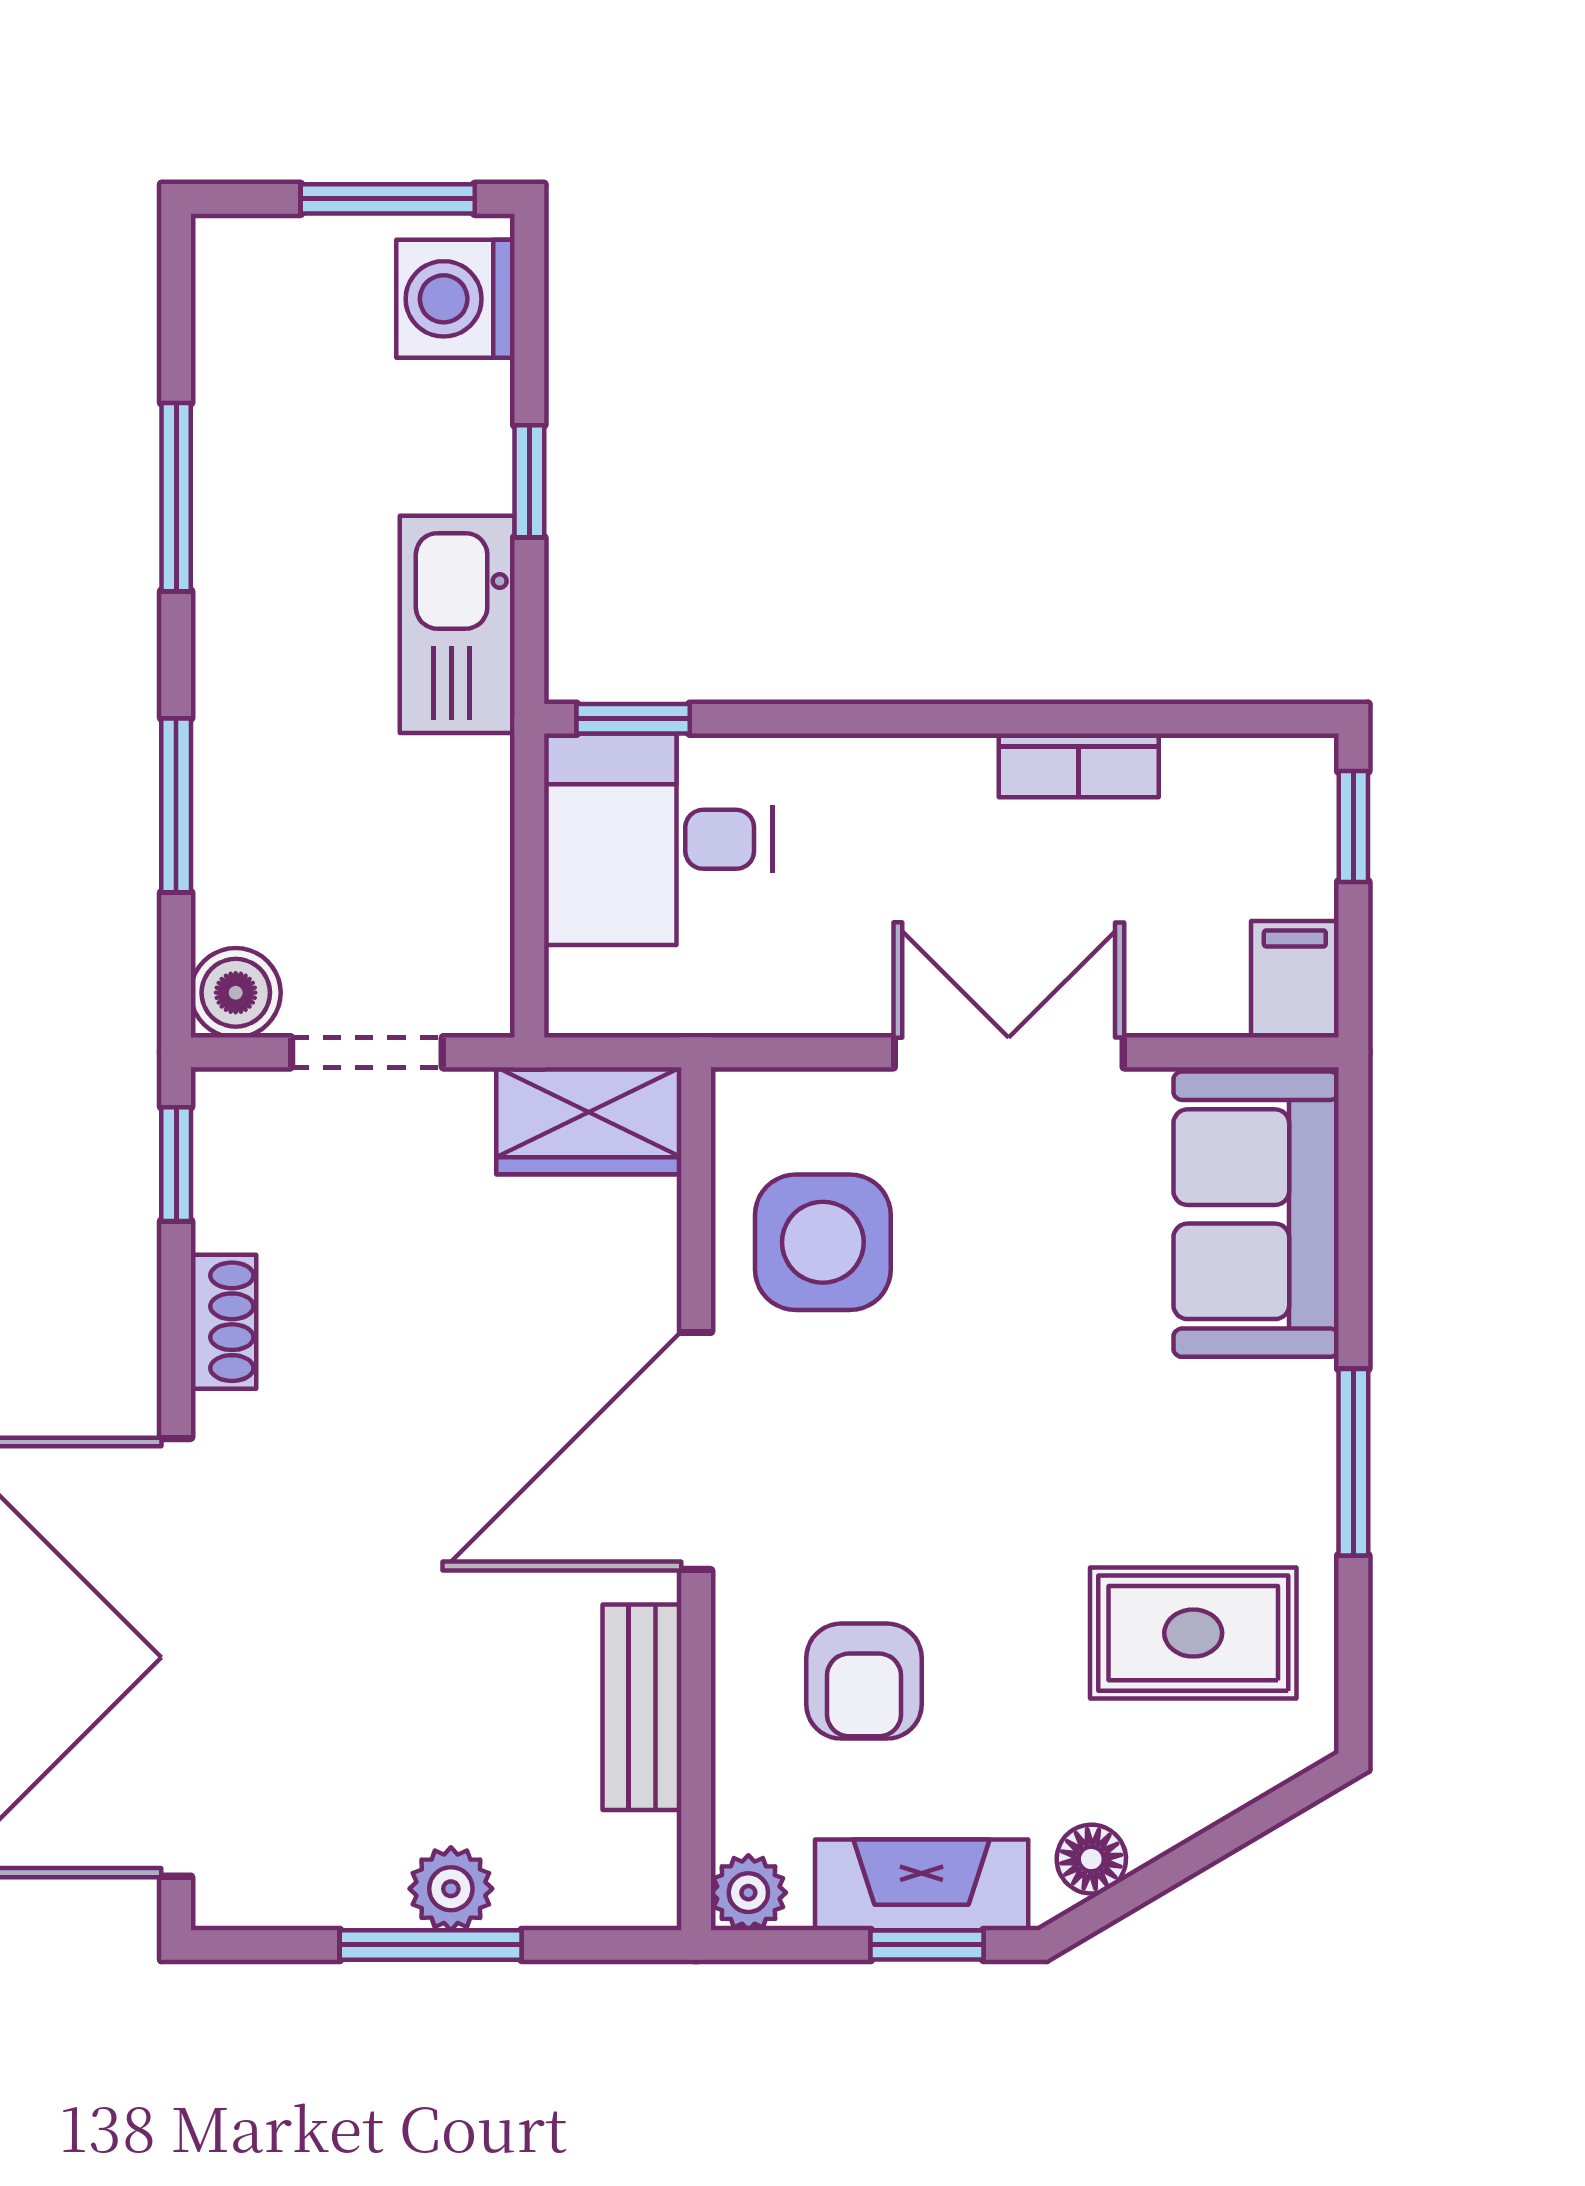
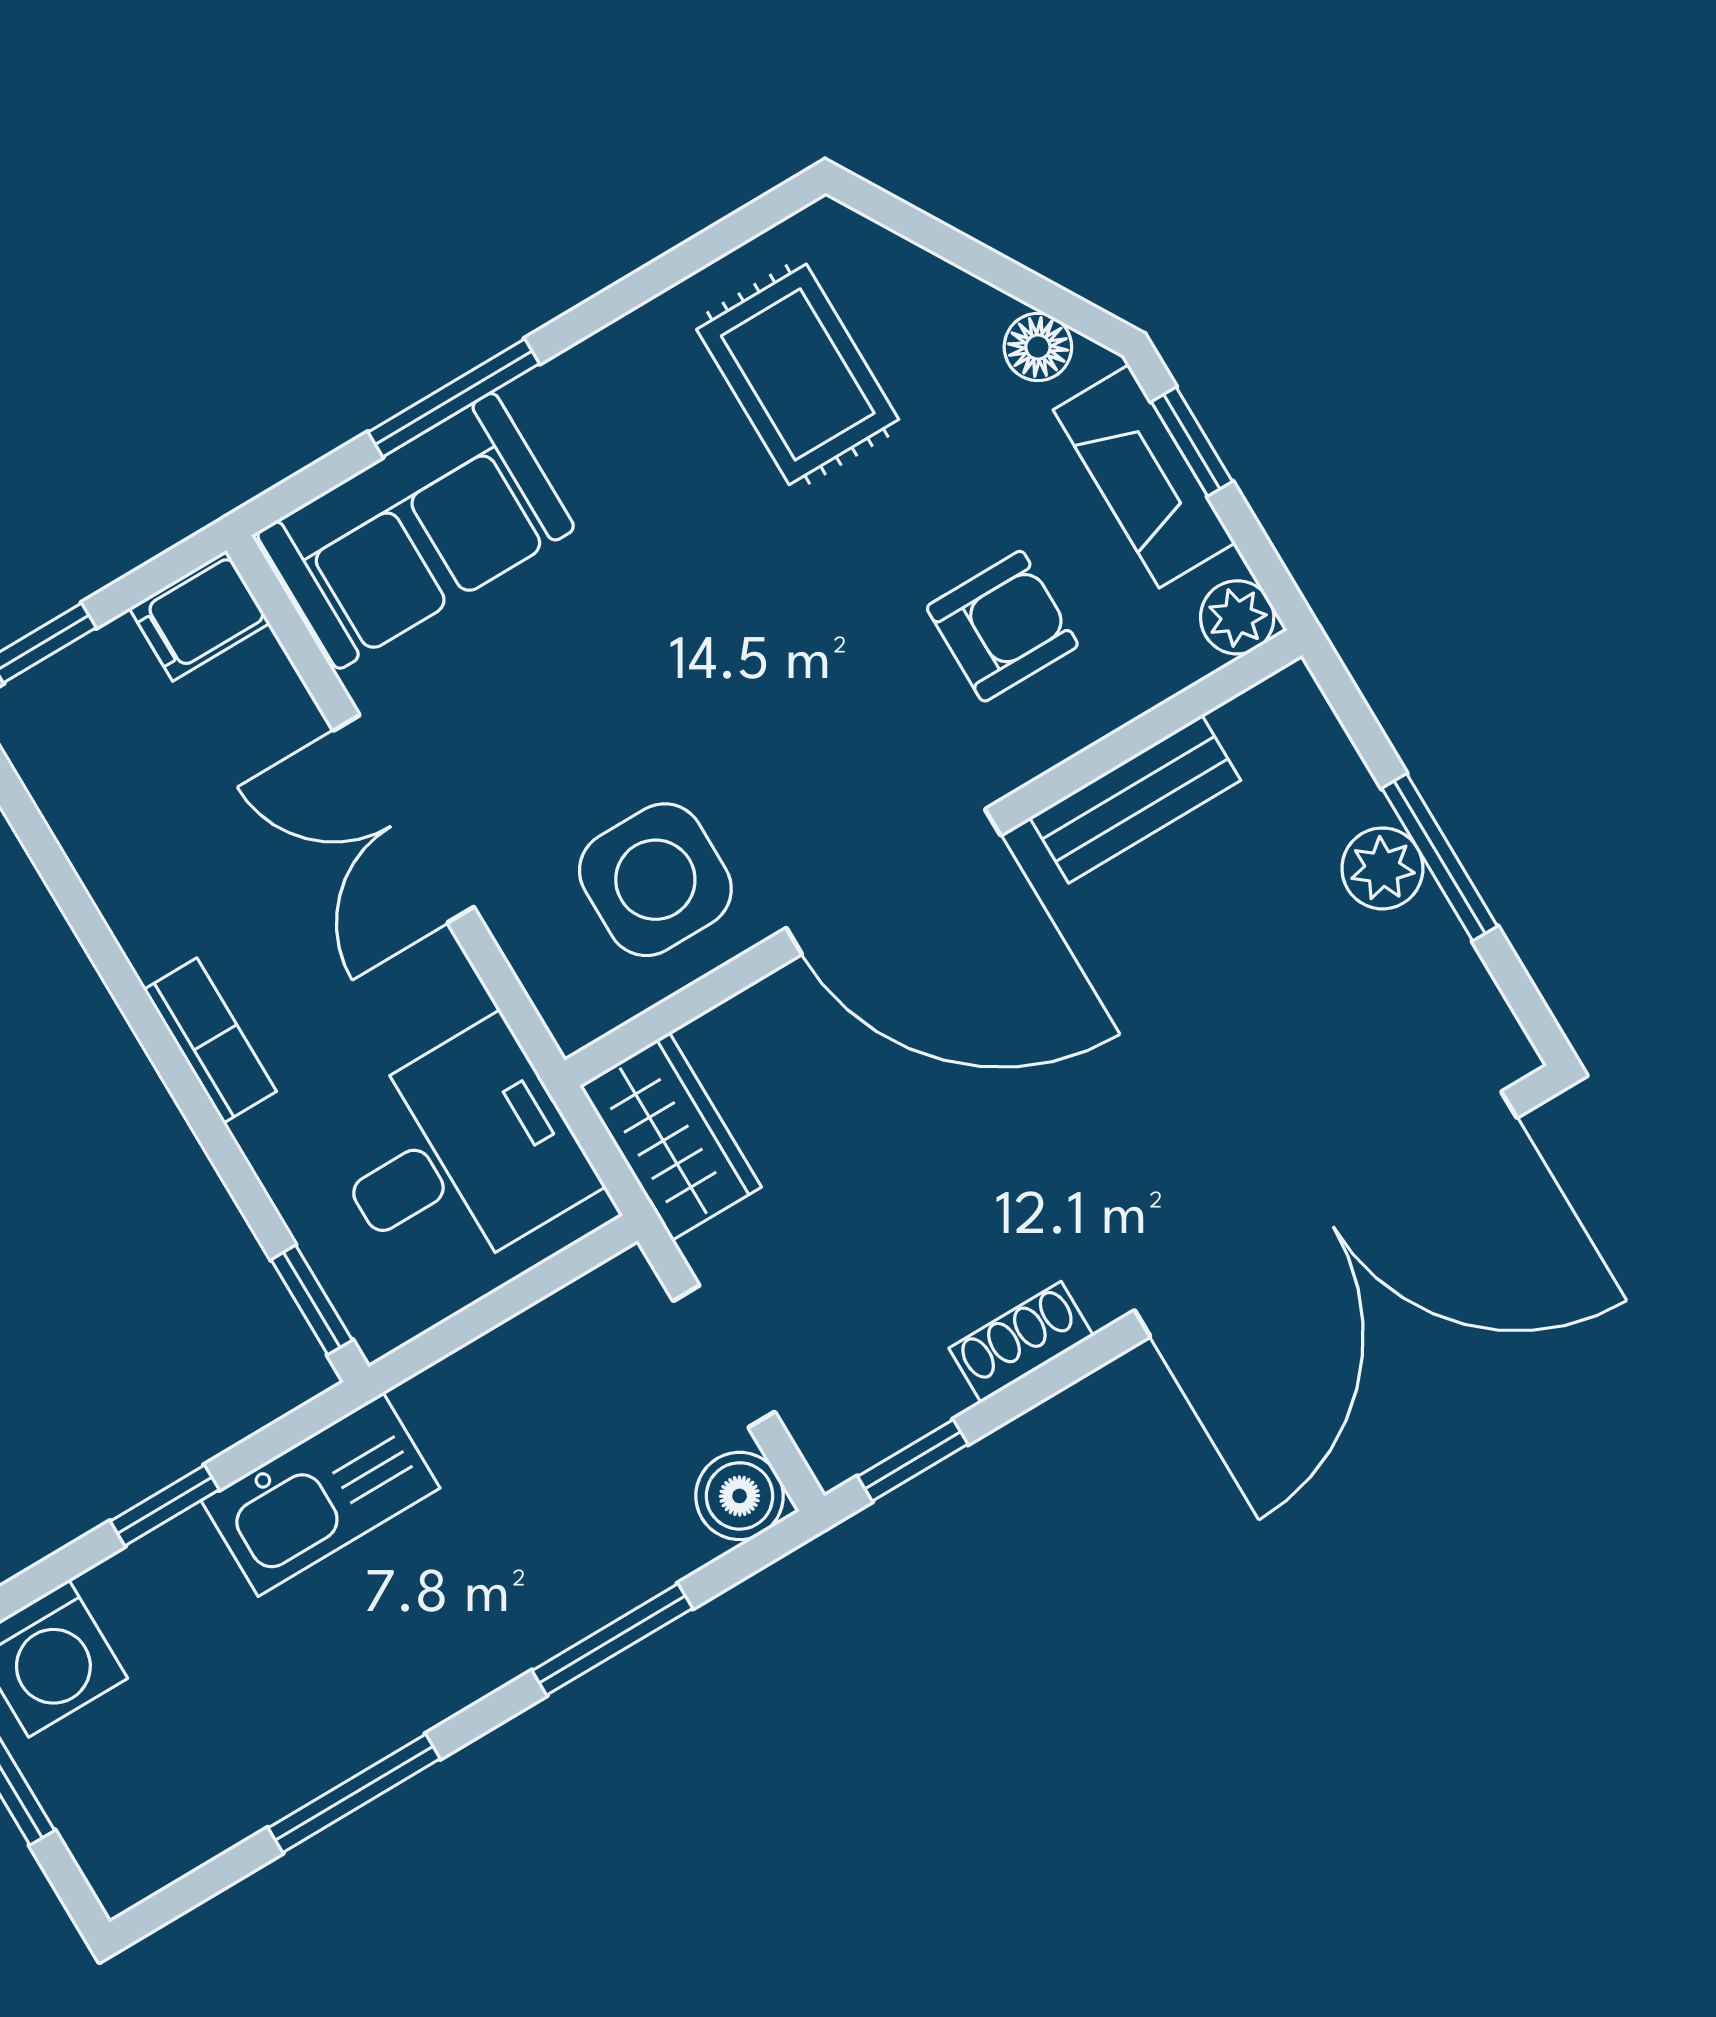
bookcase: (1079, 765) -> (210, 1041), moved
desk: (658, 839) -> (458, 1155), moved, turned -90
window: (1353, 1462) -> (454, 398), moved

